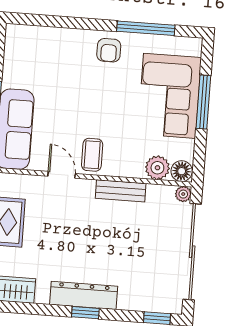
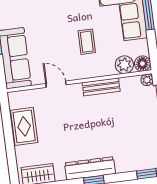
coffee table: (92, 155) -> (87, 42), moved

